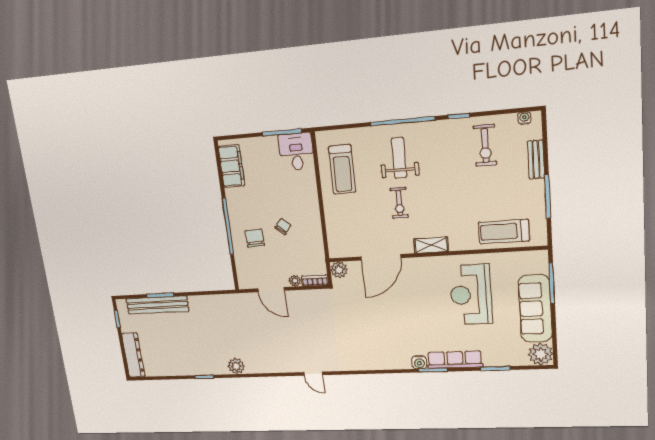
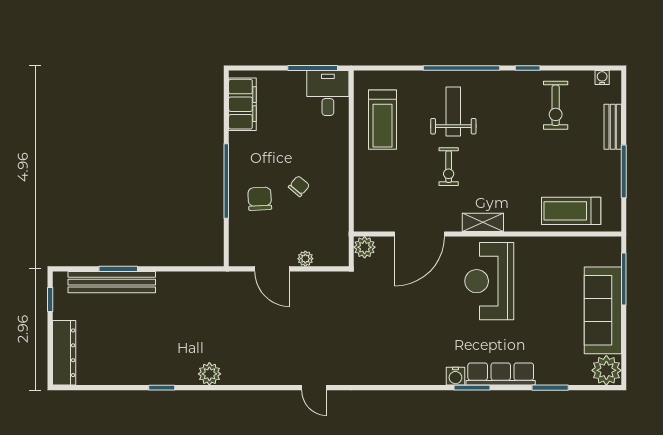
bookcase: (315, 280) -> (332, 260), removed
reception desk: (471, 295) -> (489, 281), moved

